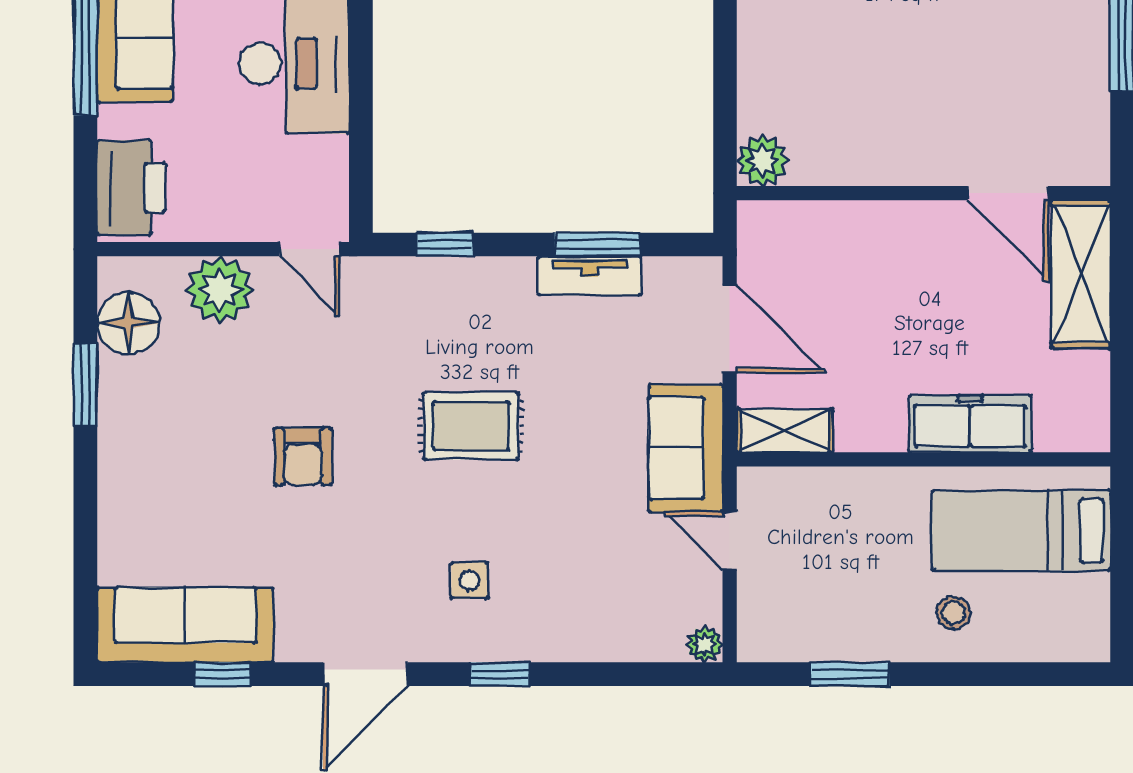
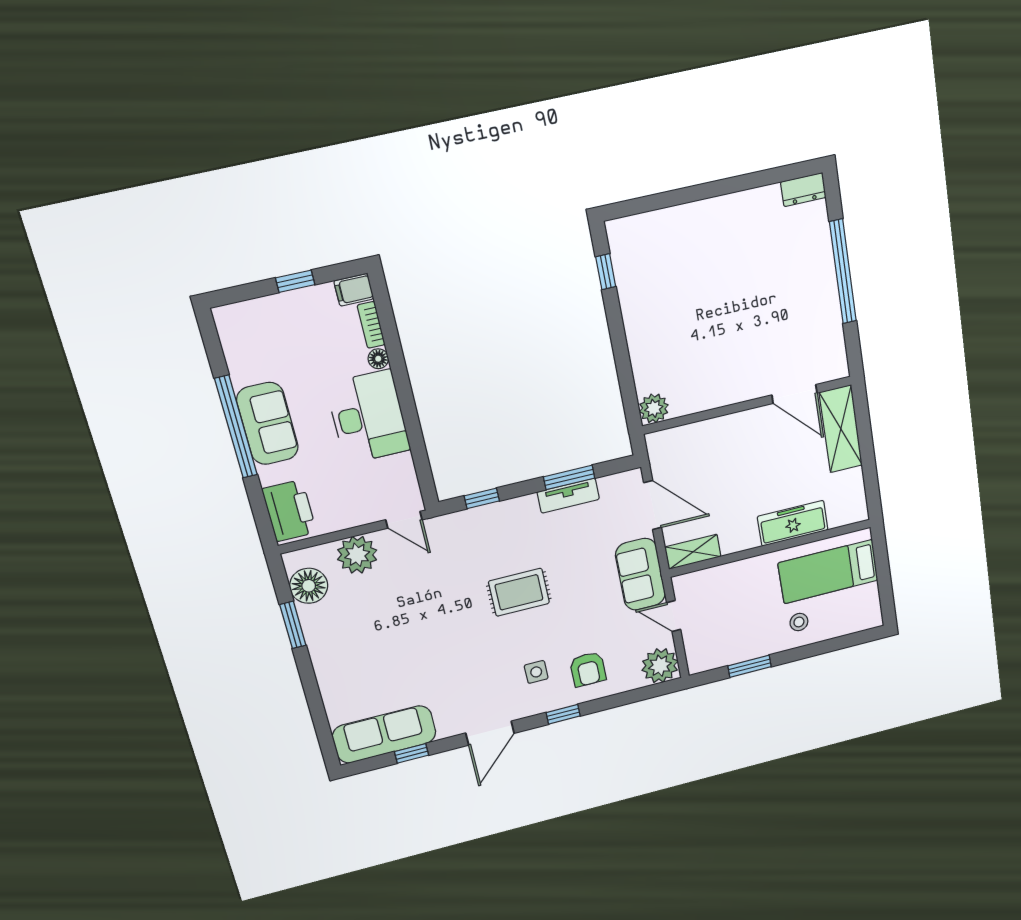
armchair: (303, 456) -> (588, 669), moved
plant: (705, 644) -> (660, 666), width x1.88, depth x1.88

